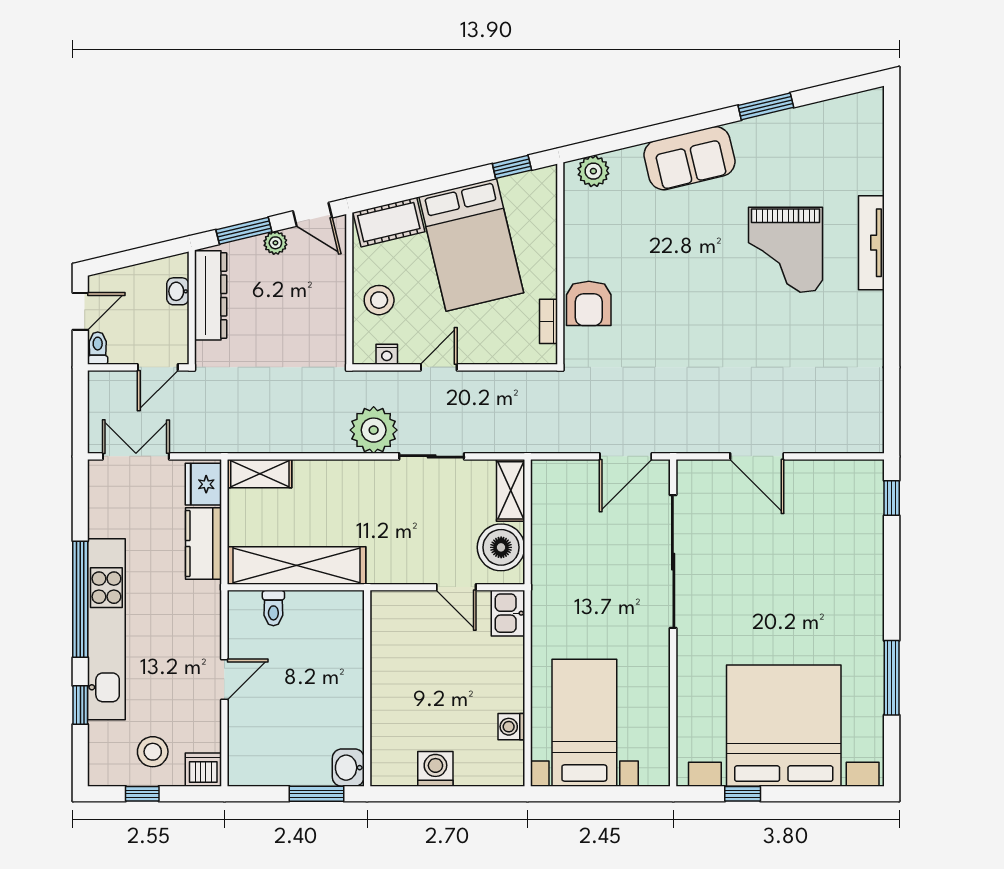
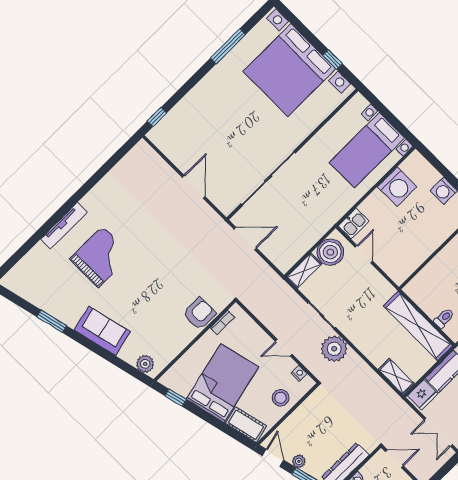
washing machine: (511, 727) -> (397, 187), width x1.89, depth x1.89

